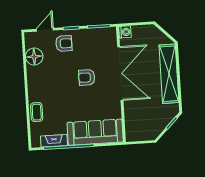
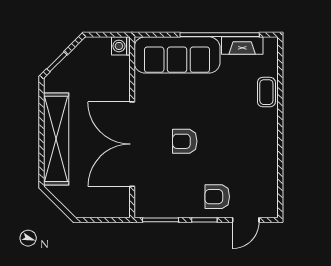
washing machine: (125, 32) -> (121, 46), moved
floor lamp: (34, 57) -> (265, 179), removed
armchair: (87, 77) -> (185, 141), turned 180

